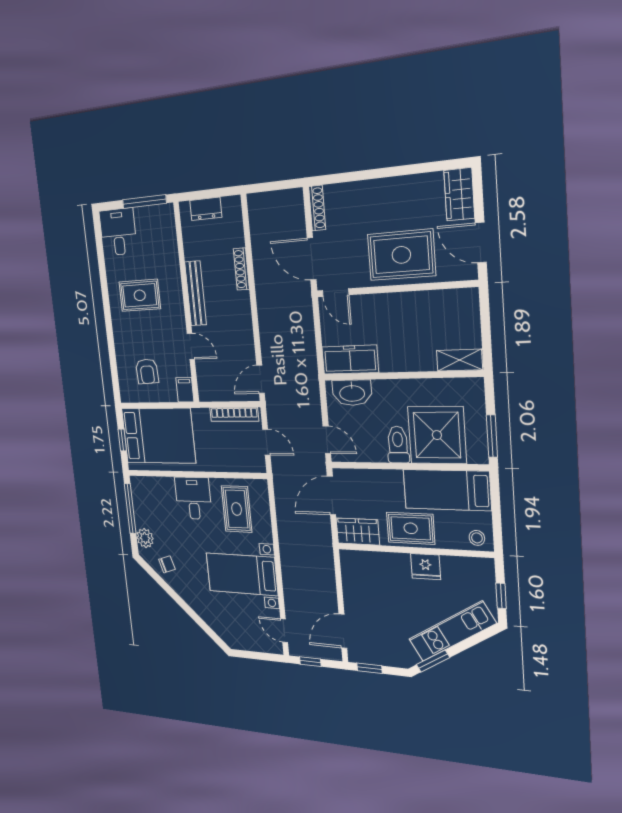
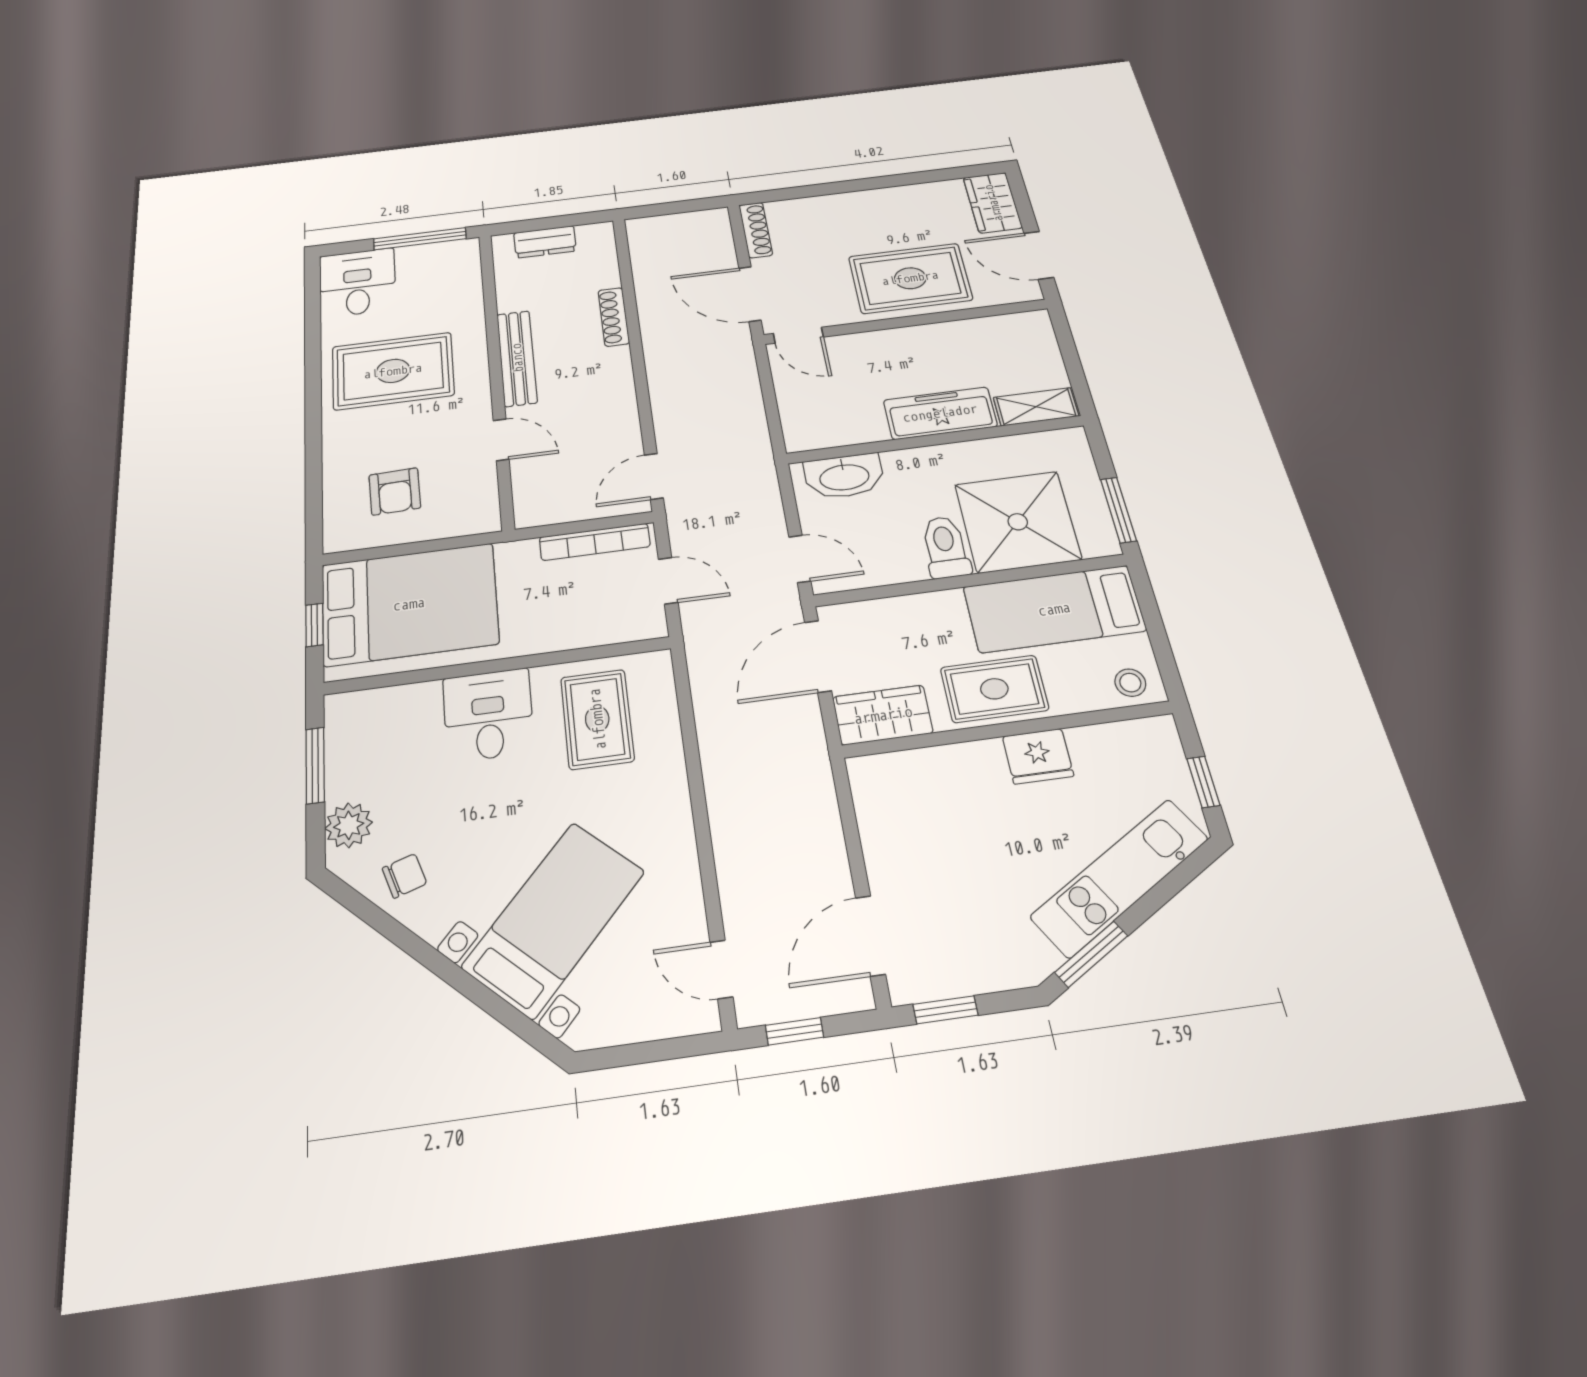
rug: (140, 295) -> (393, 371), width x1.36, depth x1.43
freezer: (350, 360) -> (940, 413), moved
filing cabinet: (185, 390) -> (482, 513), removed
window: (130, 509) -> (315, 765), width x0.69
bed with nightstands: (242, 574) -> (554, 919), moved, turned 133

